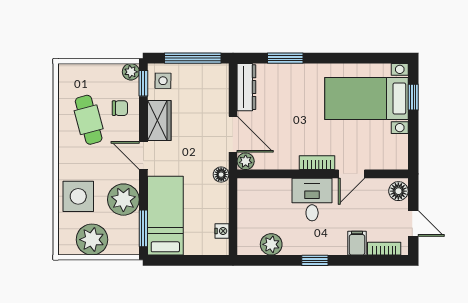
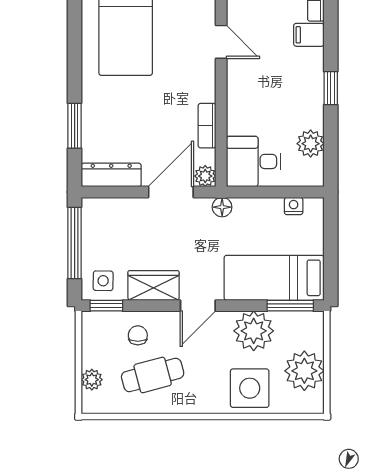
plant: (131, 72) -> (92, 380), moved
bookcase: (317, 163) -> (207, 126), moved
desk: (312, 199) -> (254, 161), moved

